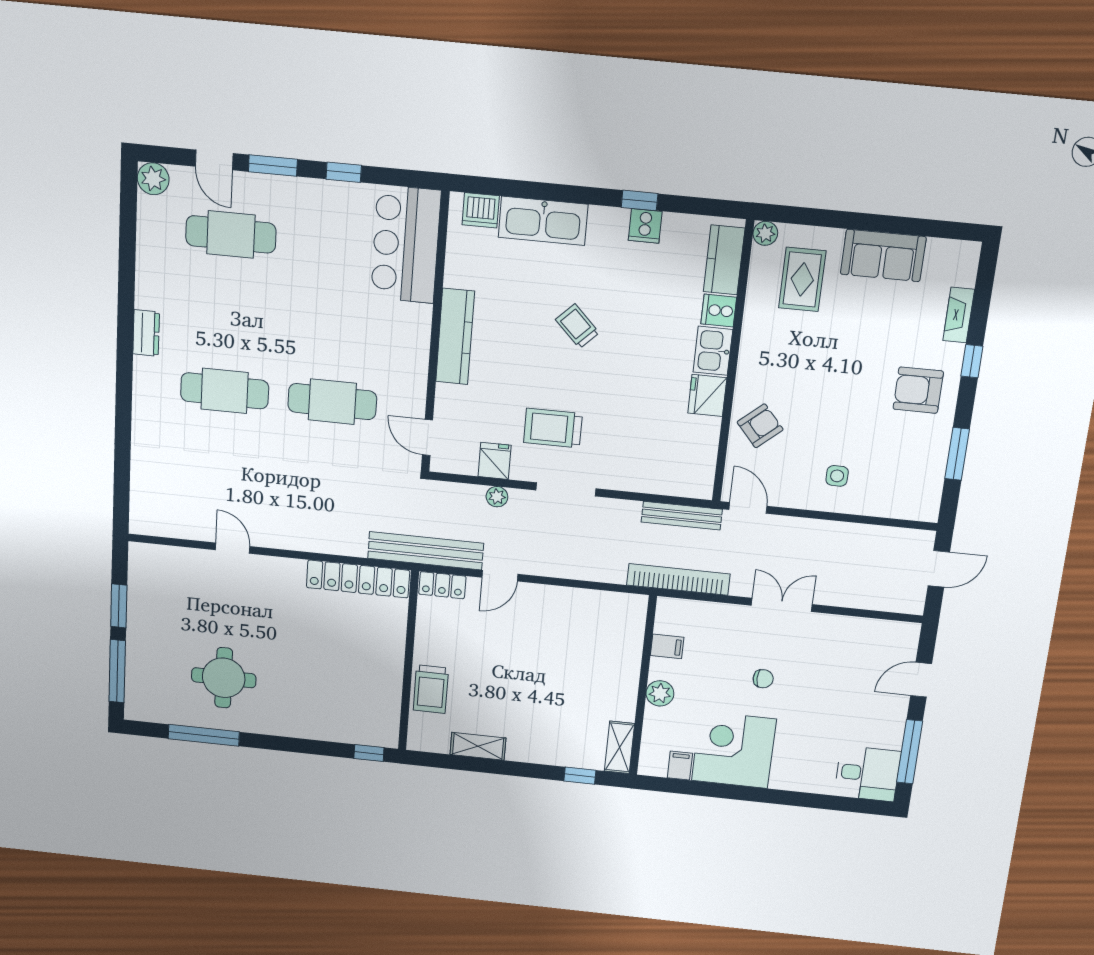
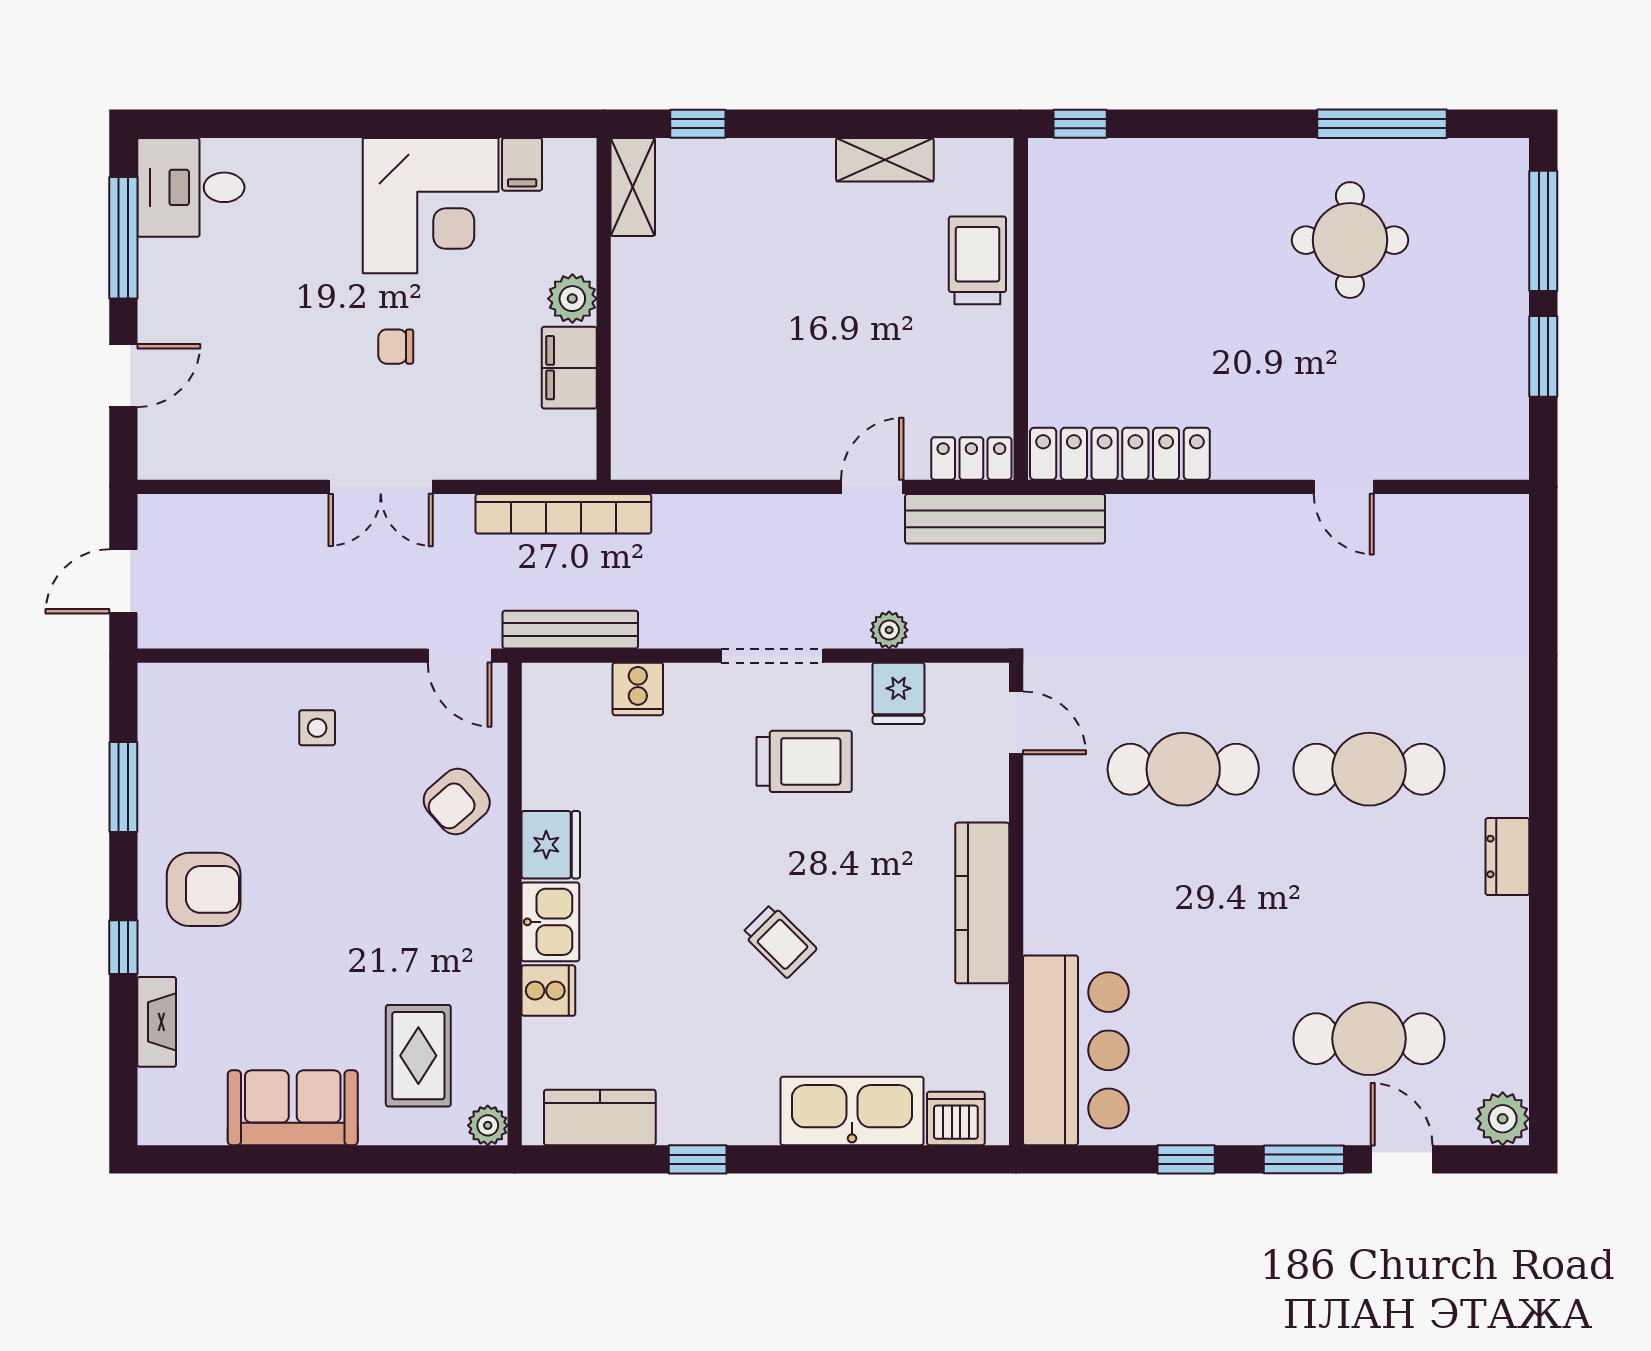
cooker: (645, 226) -> (638, 689), moved, turned 180
kitchen counter: (724, 260) -> (600, 1117), moved, turned -90
filing cabinet: (667, 646) -> (569, 368), width x2.00

